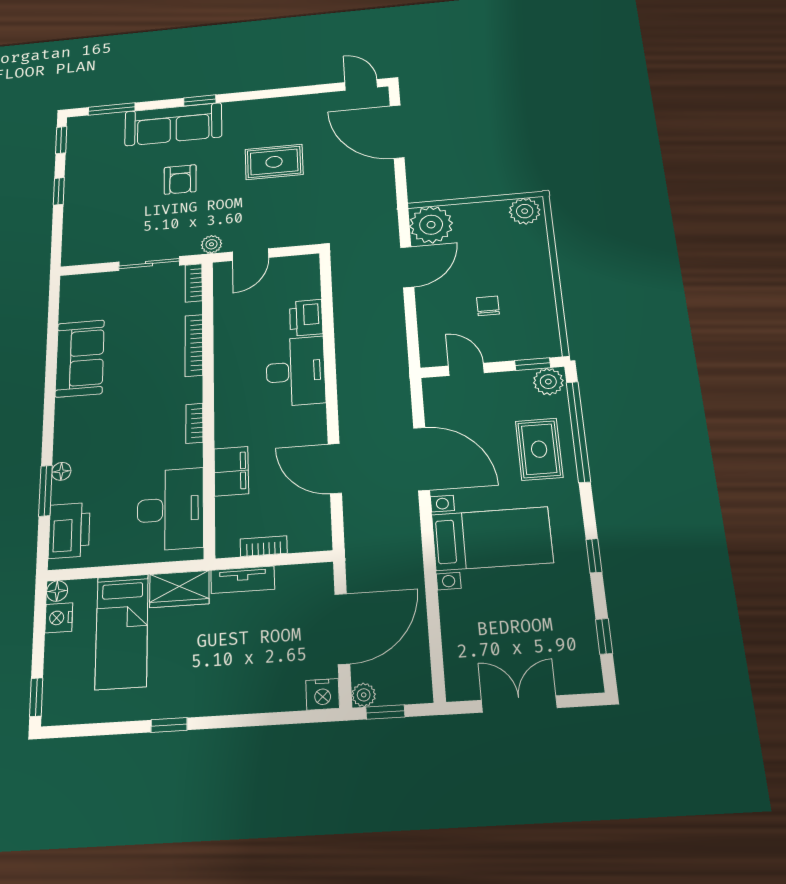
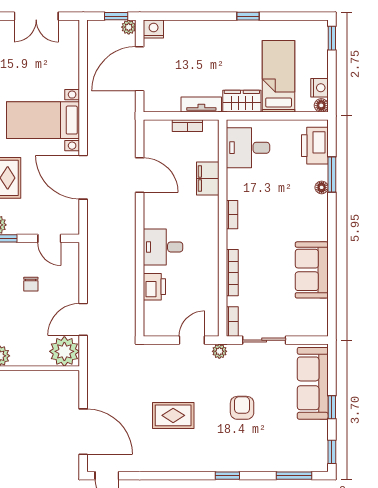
sofa: (173, 124) -> (313, 383), moved, turned -90
desk: (296, 371) -> (163, 247), width x0.73
desk: (170, 509) -> (248, 148), width x0.73

